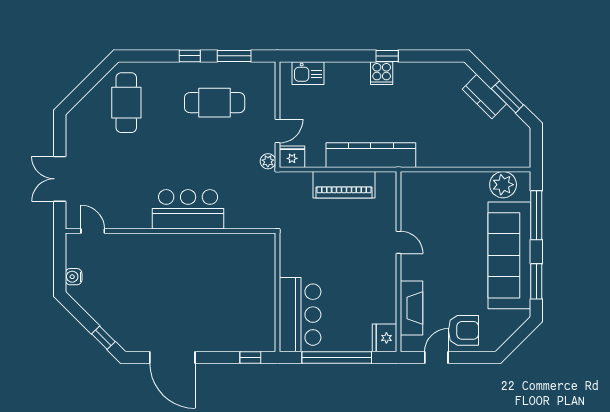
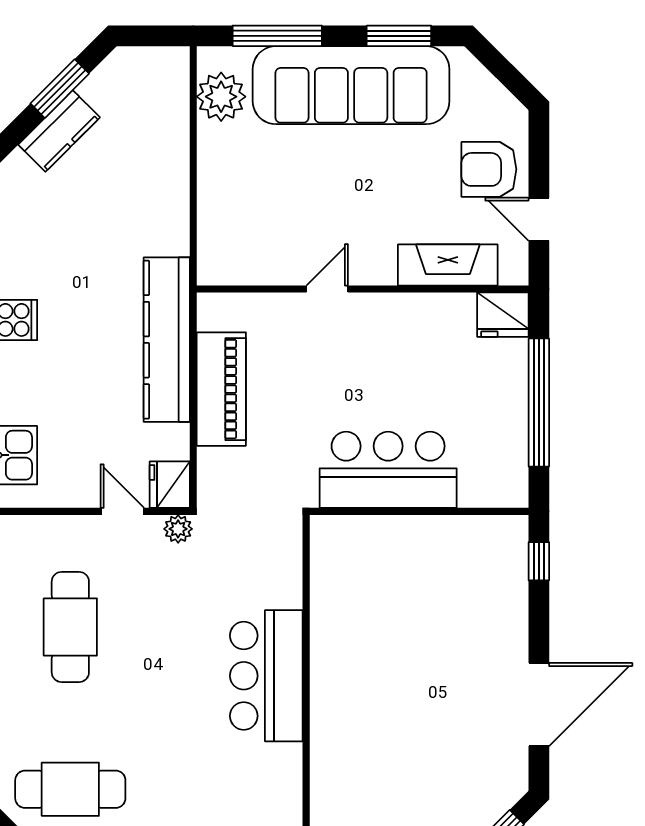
bar counter: (300, 315) -> (388, 470), moved
armchair: (463, 330) -> (489, 169), turned -90

